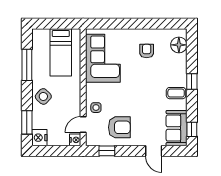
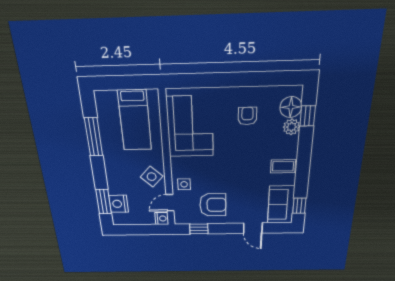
plant: (180, 60) -> (291, 127), added
window: (192, 82) -> (308, 116), moved
side table: (43, 96) -> (152, 177), moved
nightstand: (39, 138) -> (119, 204), moved

